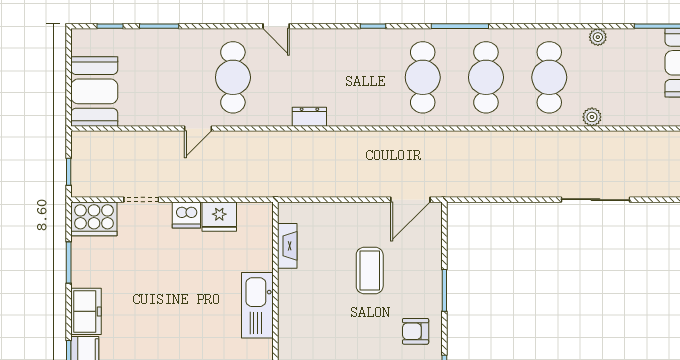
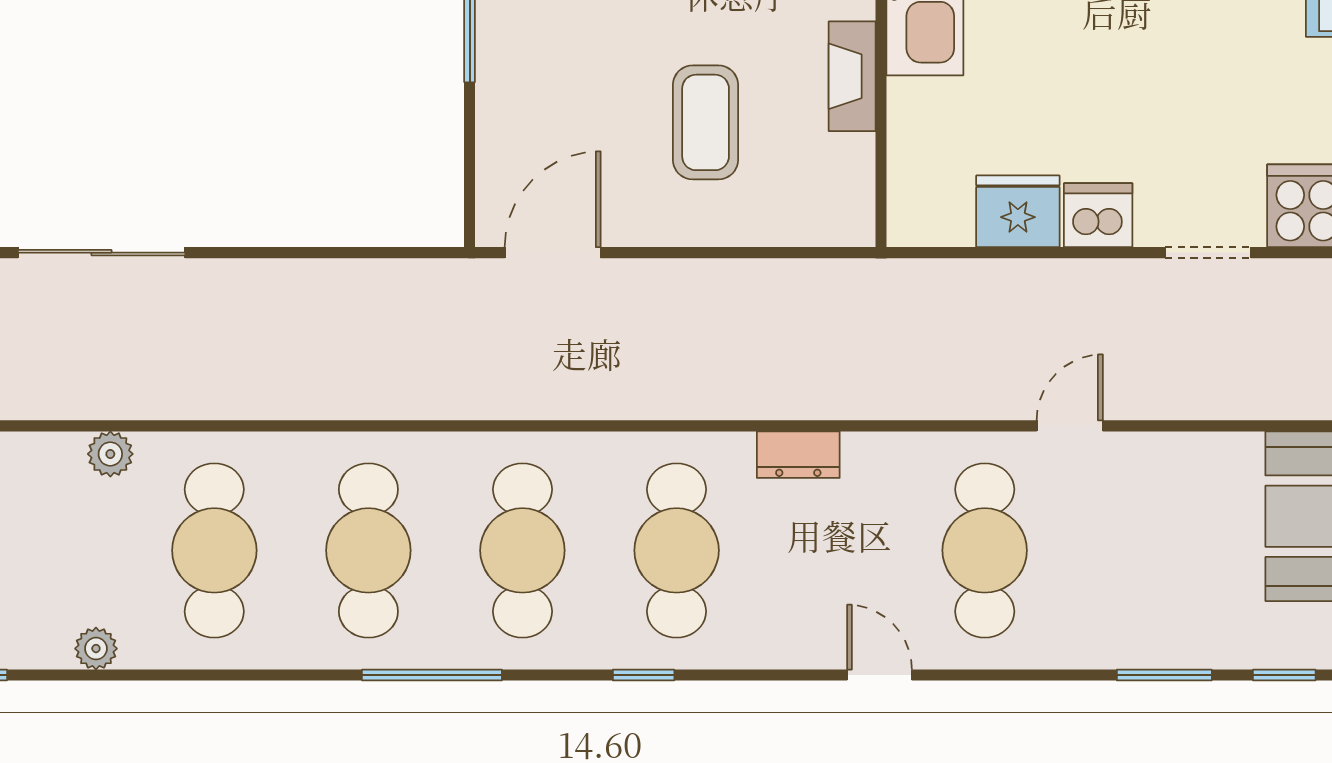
cafe table: (359, 77) -> (677, 550), added
fireplace: (287, 246) -> (852, 76), moved
coffee table: (370, 271) -> (706, 122), moved

